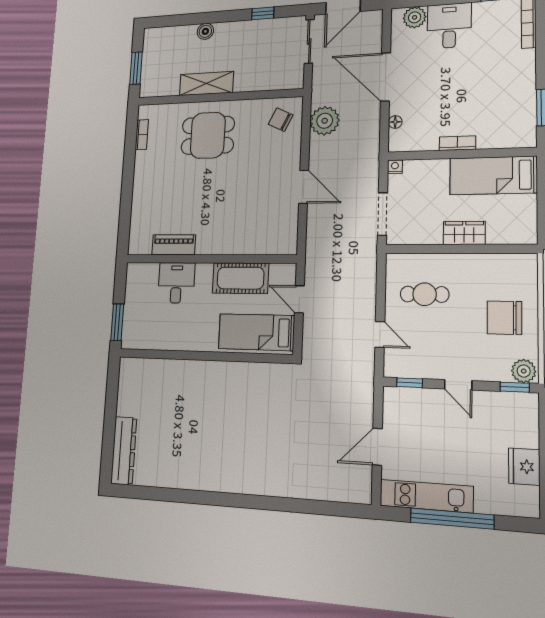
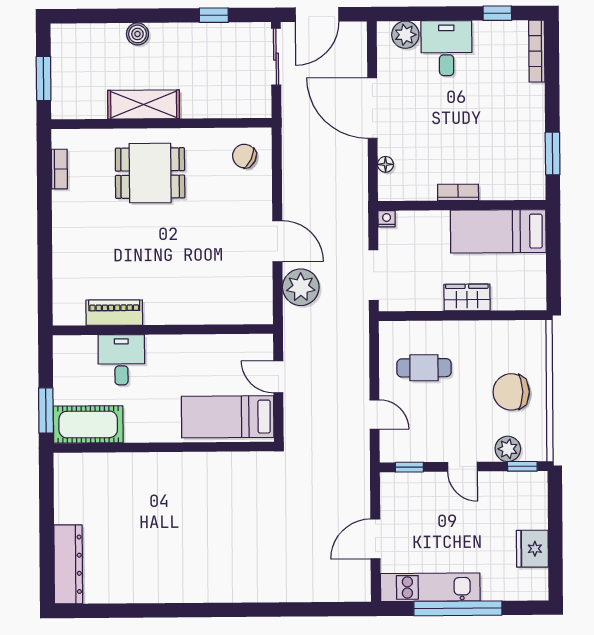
plant: (325, 121) -> (301, 287), moved
cot: (240, 278) -> (88, 424), moved
plant: (524, 371) -> (508, 449), moved

